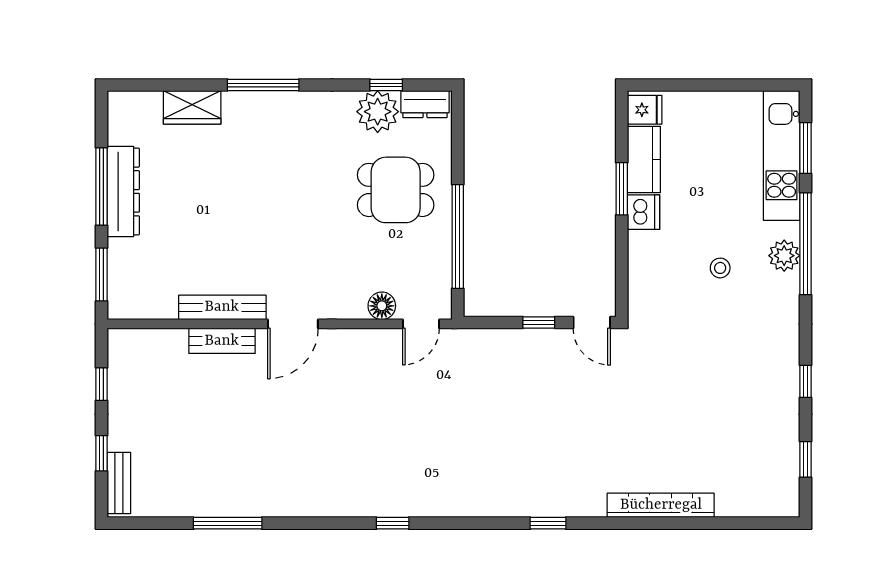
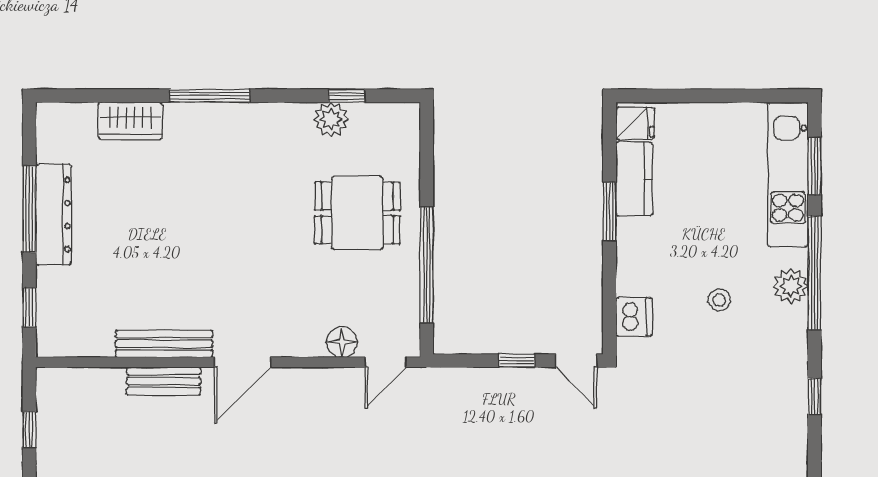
dresser: (425, 104) -> (390, 117), removed
plant: (378, 112) -> (331, 119), width x0.73, depth x0.73
dishwasher: (644, 212) -> (634, 317), moved
window: (102, 274) -> (29, 307), width x0.67
window: (806, 381) -> (814, 396), moved

